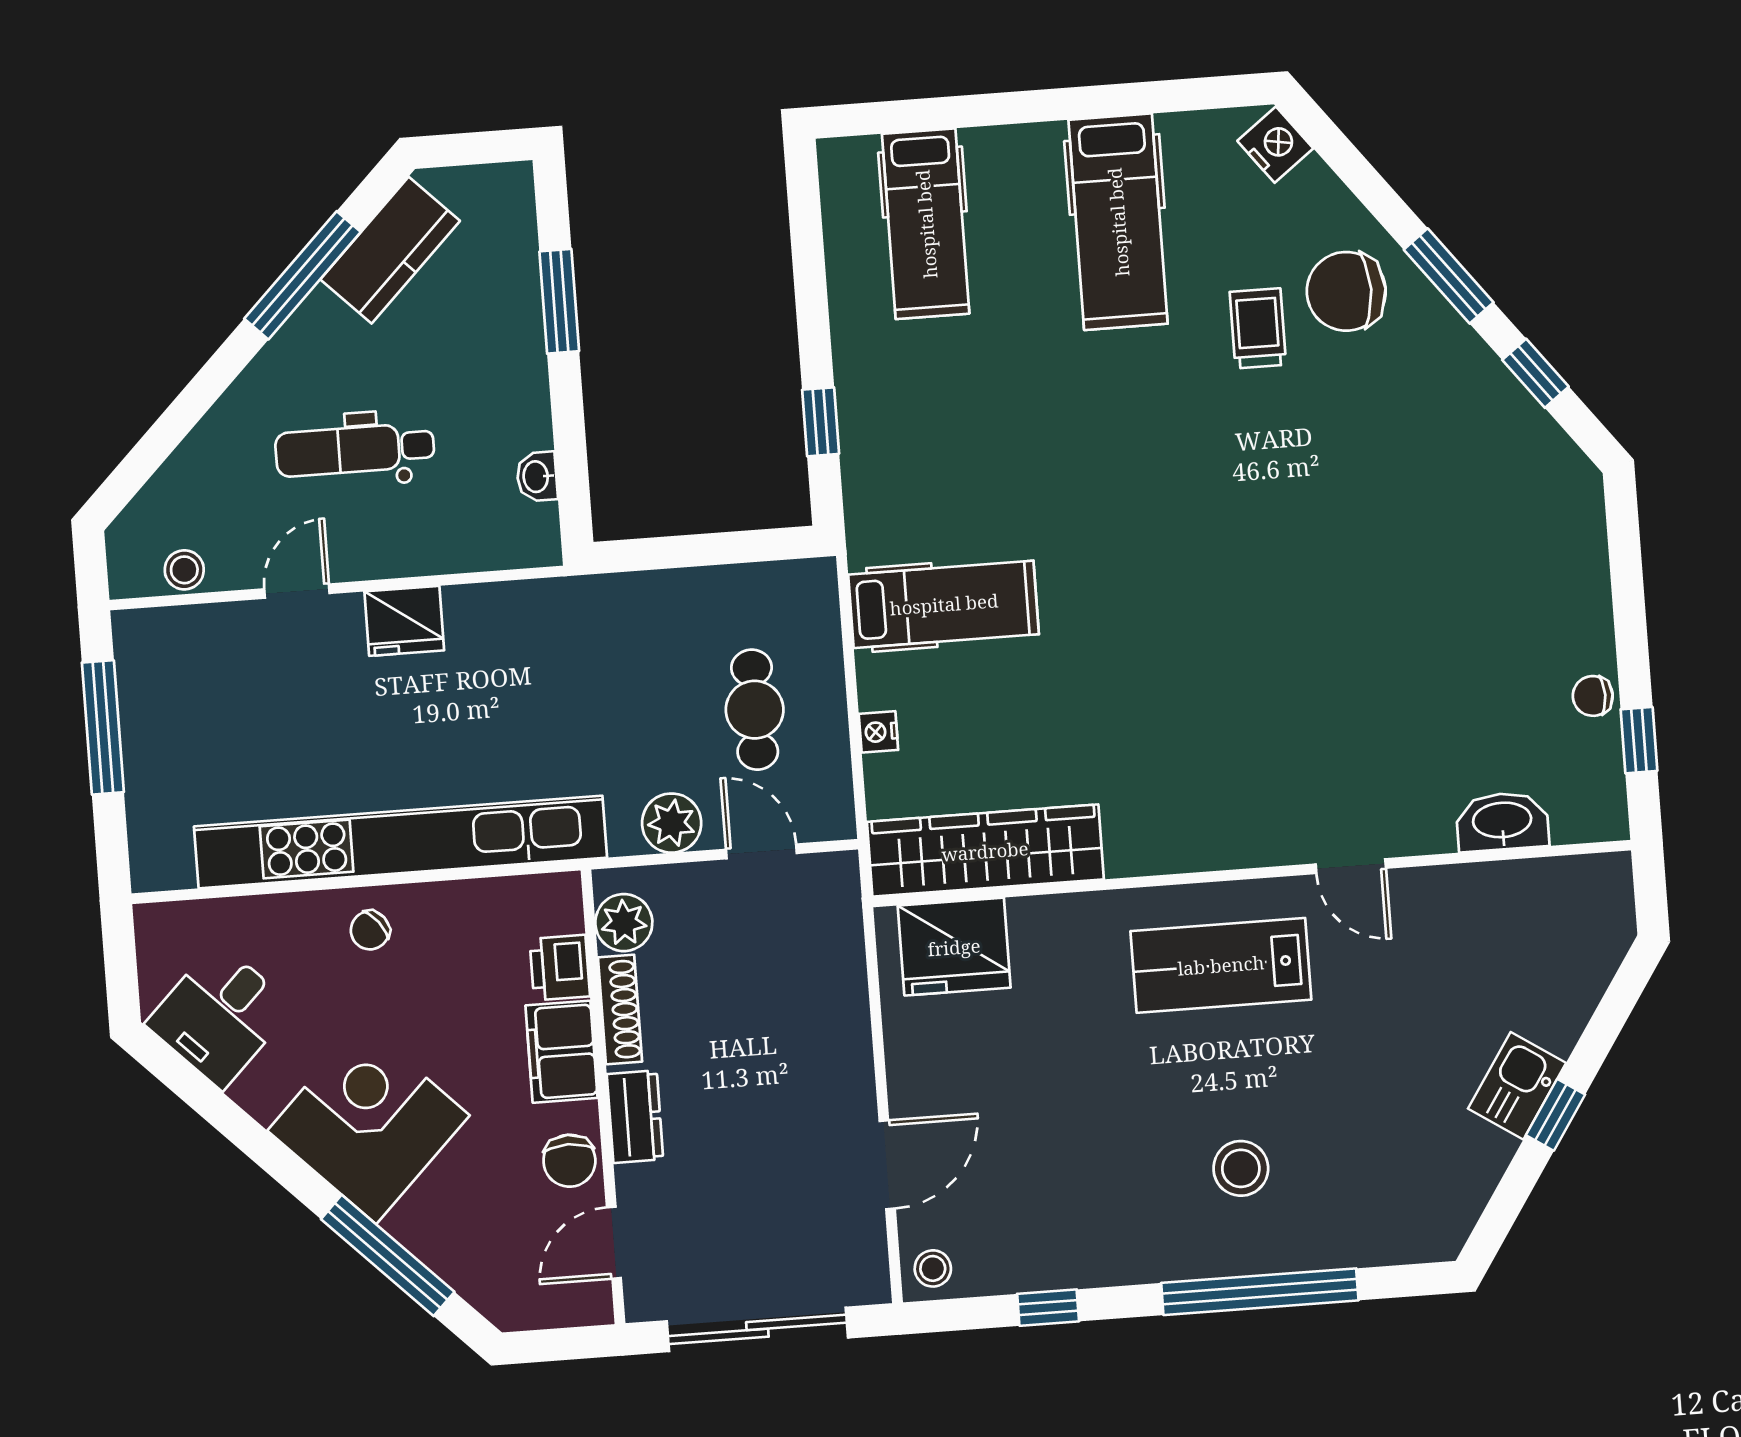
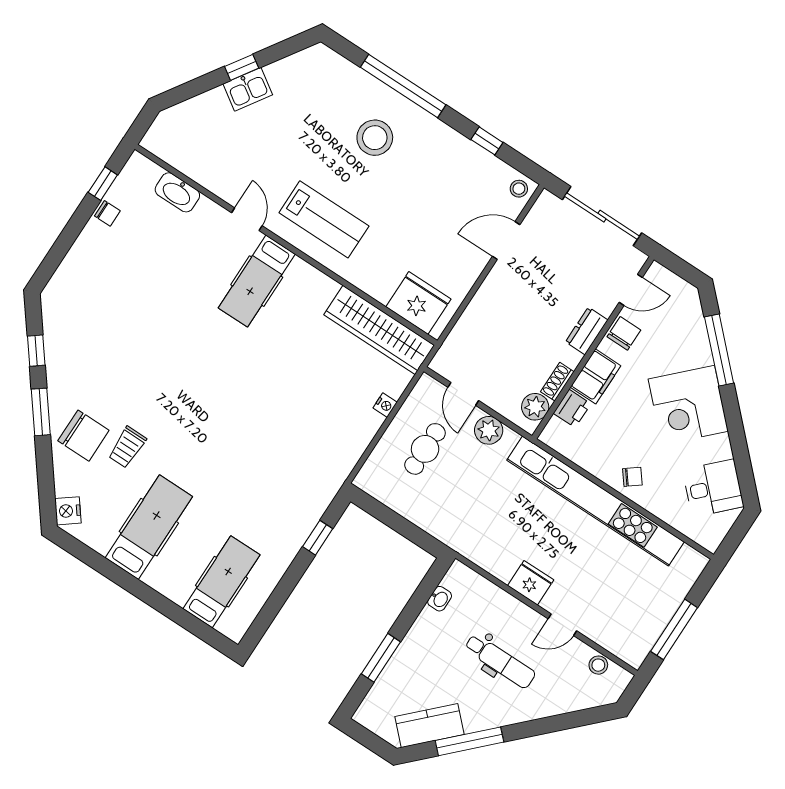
hospital bed: (944, 604) -> (257, 281), moved, turned -90
shoe rack: (620, 1010) -> (557, 382), width x0.70
stool: (1241, 1168) -> (375, 138), width x1.38, depth x1.38

